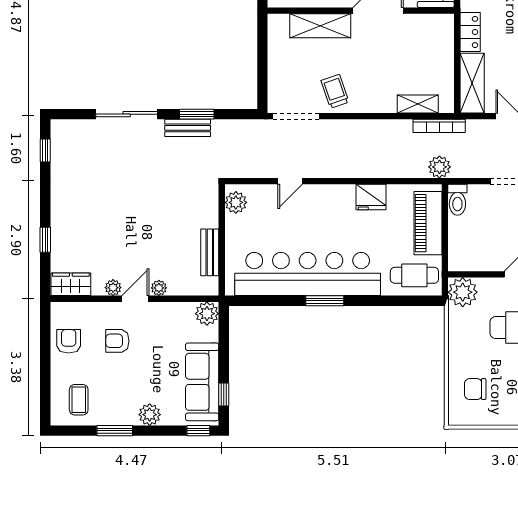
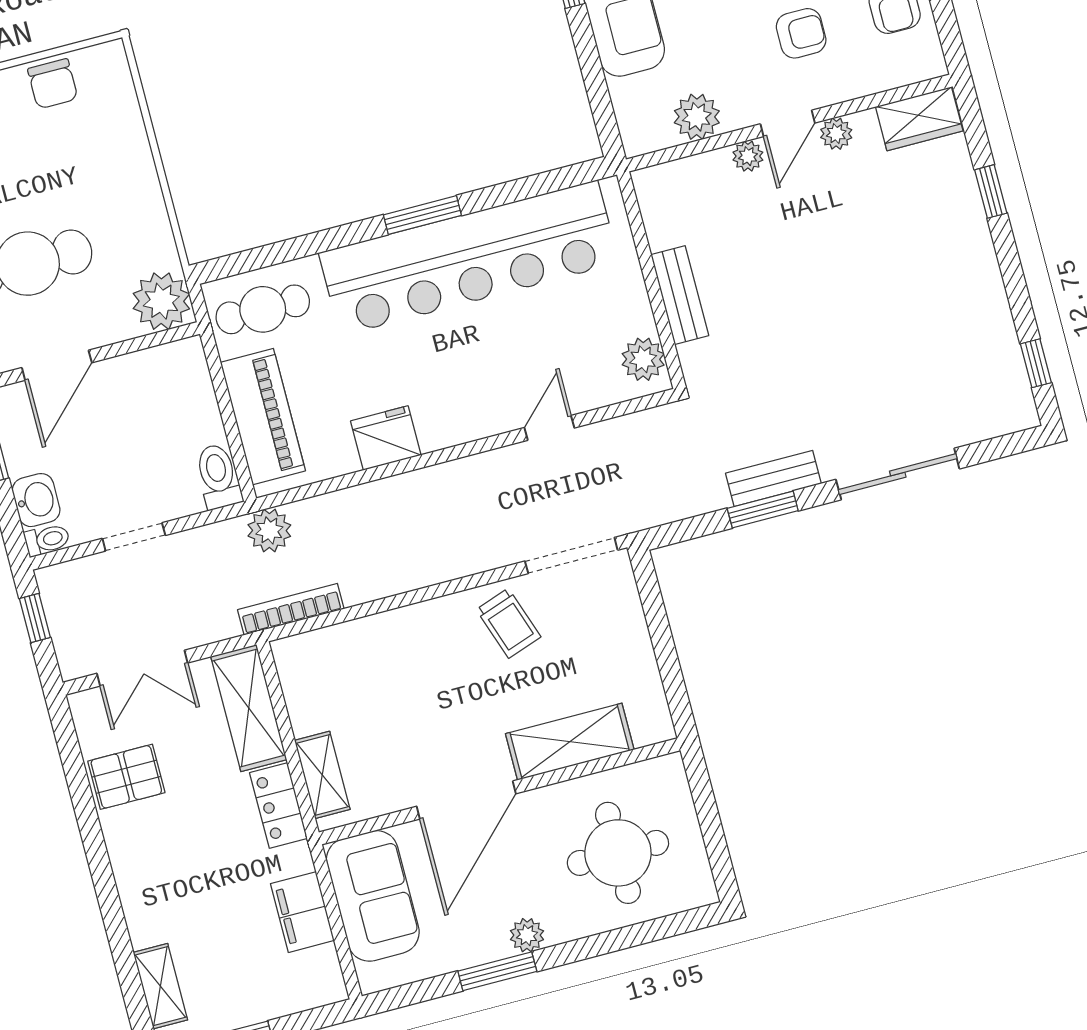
shelving: (418, 104) -> (322, 775), moved, turned 90
bench: (210, 252) -> (680, 295), moved
plant: (207, 314) -> (697, 117), moved
chair: (475, 389) -> (53, 84), moved, turned 90

